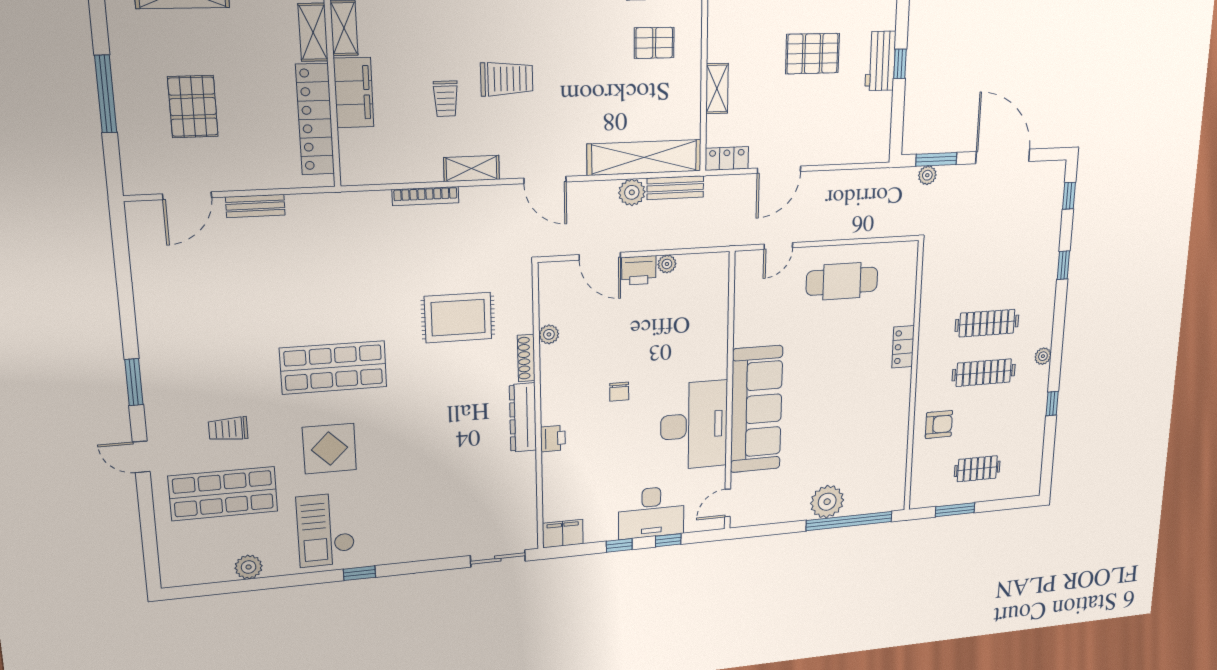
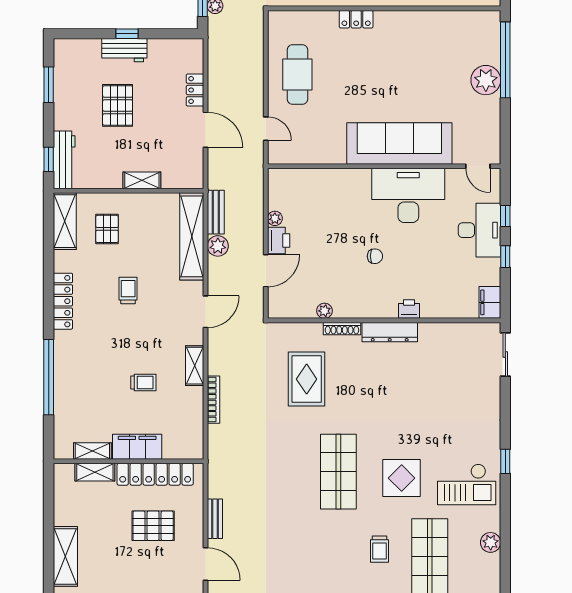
trolley: (507, 79) -> (128, 291), moved, width x0.73, depth x0.72
pallet: (193, 107) -> (153, 526), moved
locker: (727, 158) -> (195, 90), moved

